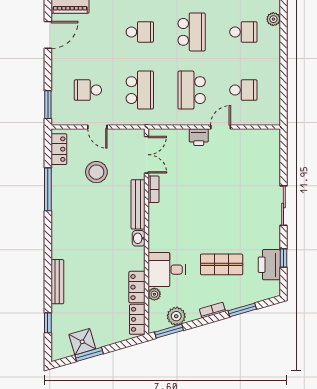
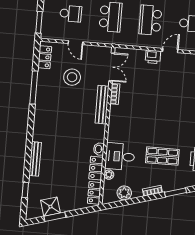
school desk: (88, 90) -> (71, 14), turned 180
washbasin: (139, 238) -> (99, 149), moved
window: (169, 331) -> (118, 204), removed

